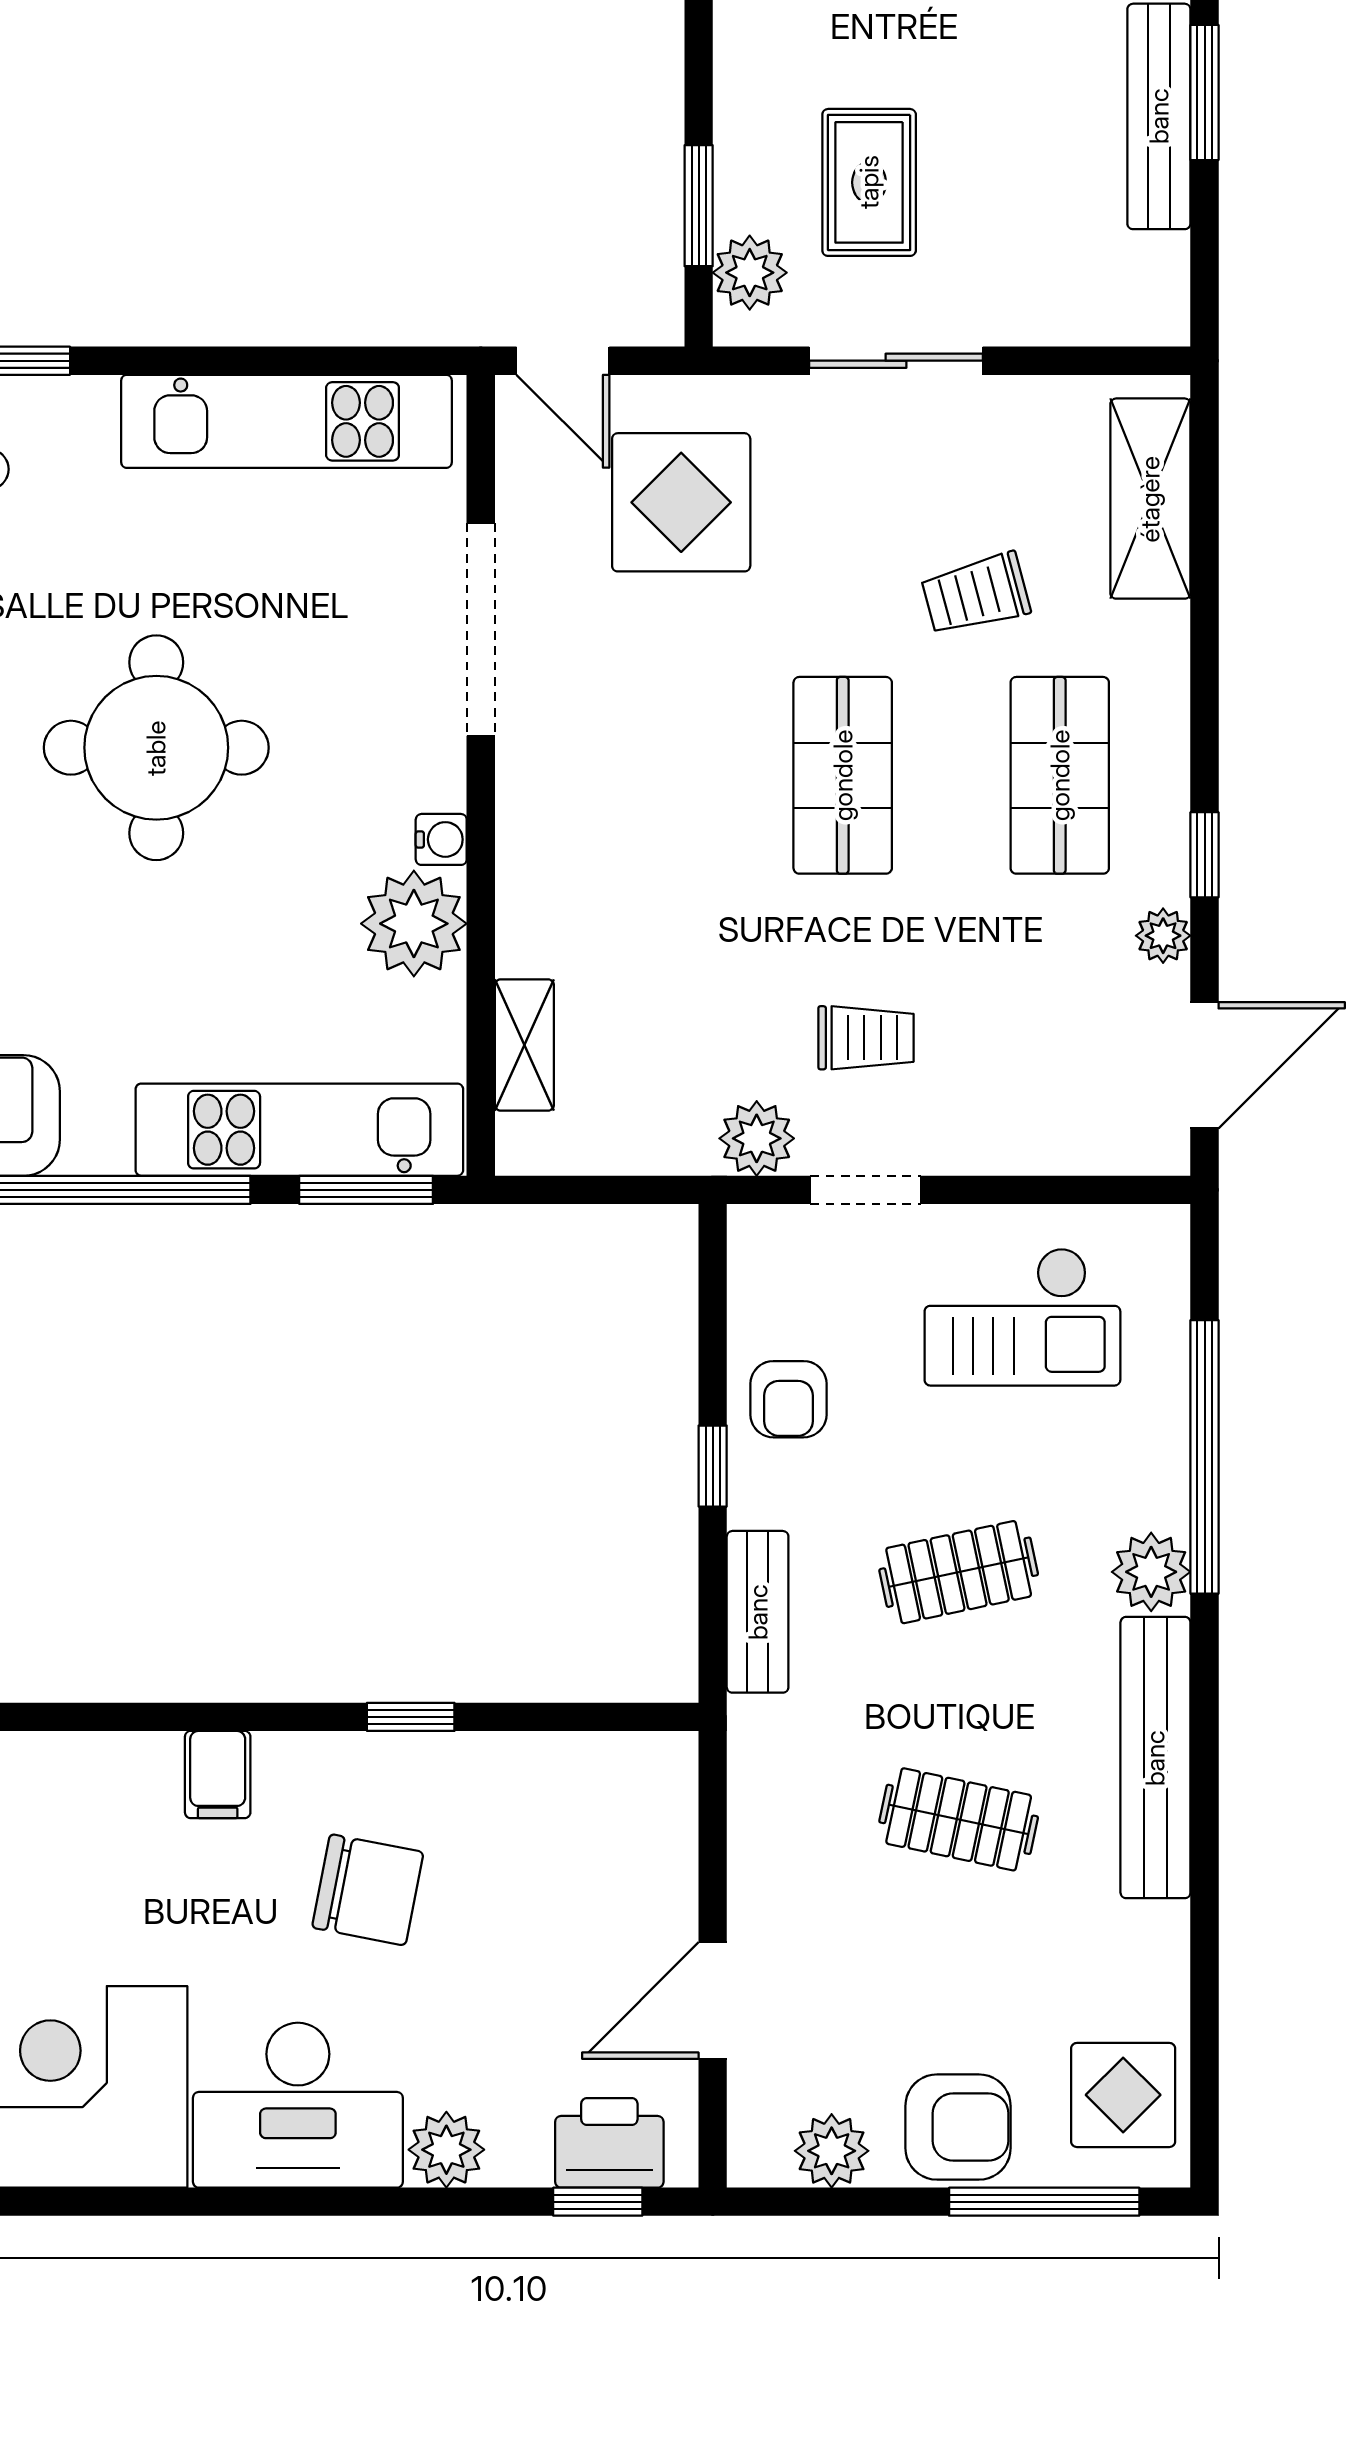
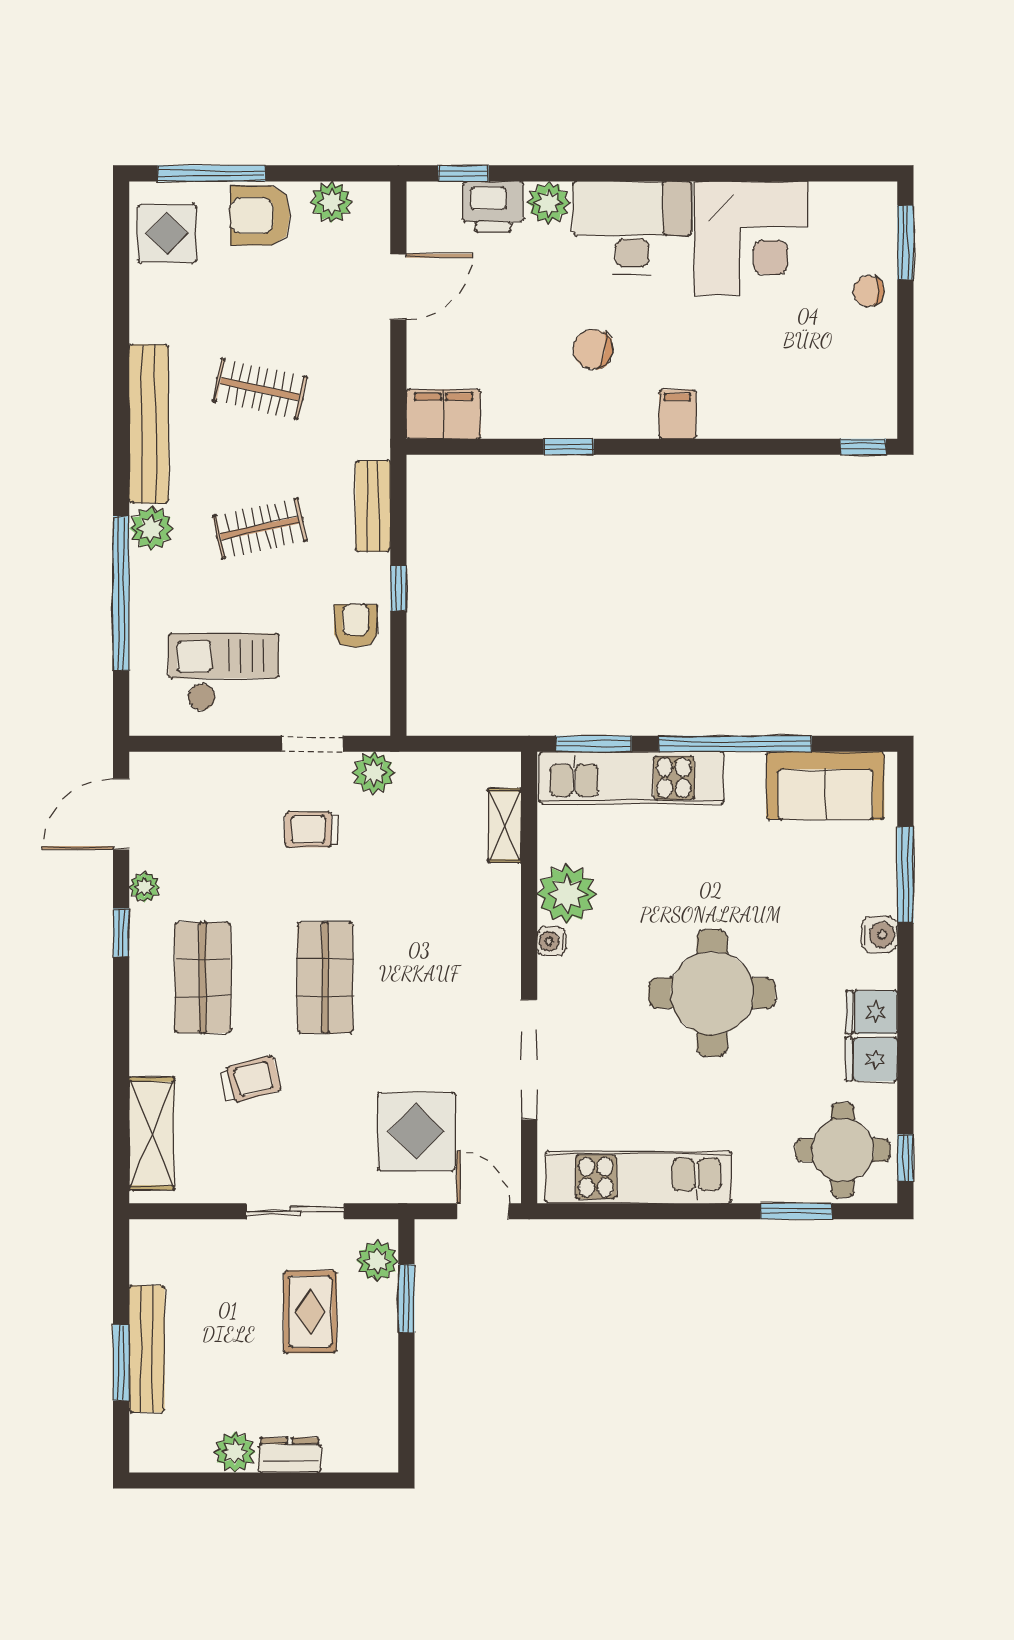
filing cabinet: (633, 1775) -> (443, 414), added
chair: (368, 1890) -> (593, 349), width x0.73, depth x0.73
printer: (609, 2143) -> (493, 207), moved

